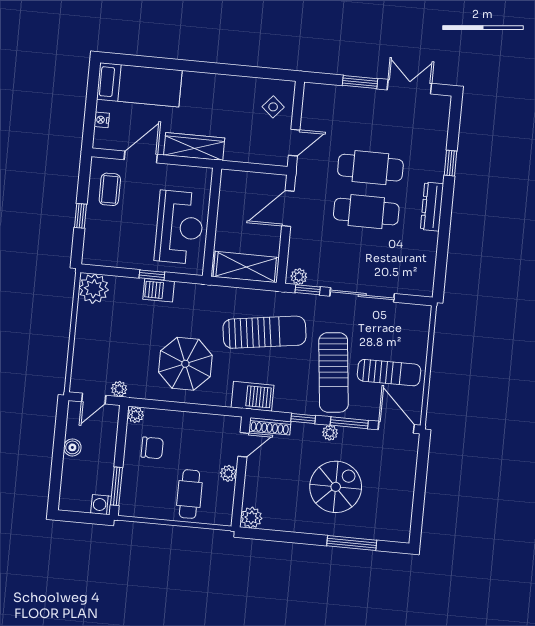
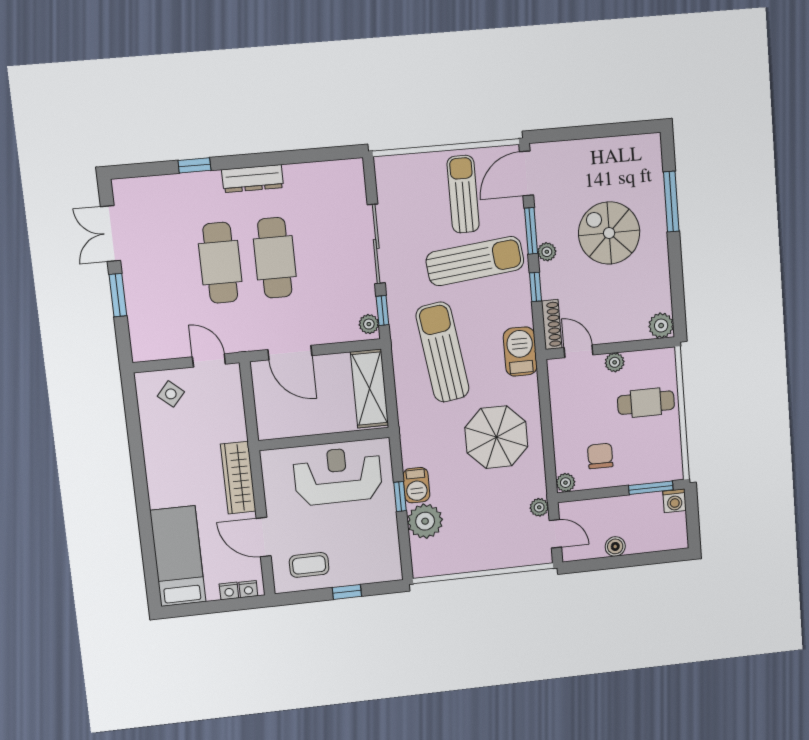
nightstand: (100, 136) -> (248, 589), added
plant: (94, 289) -> (425, 521), moved

